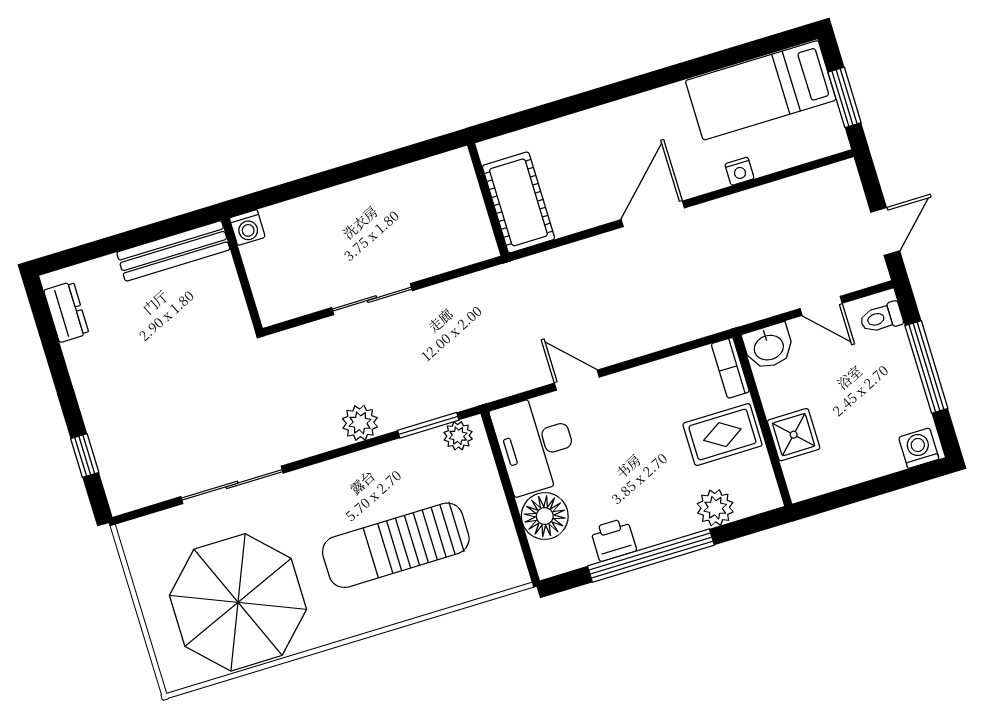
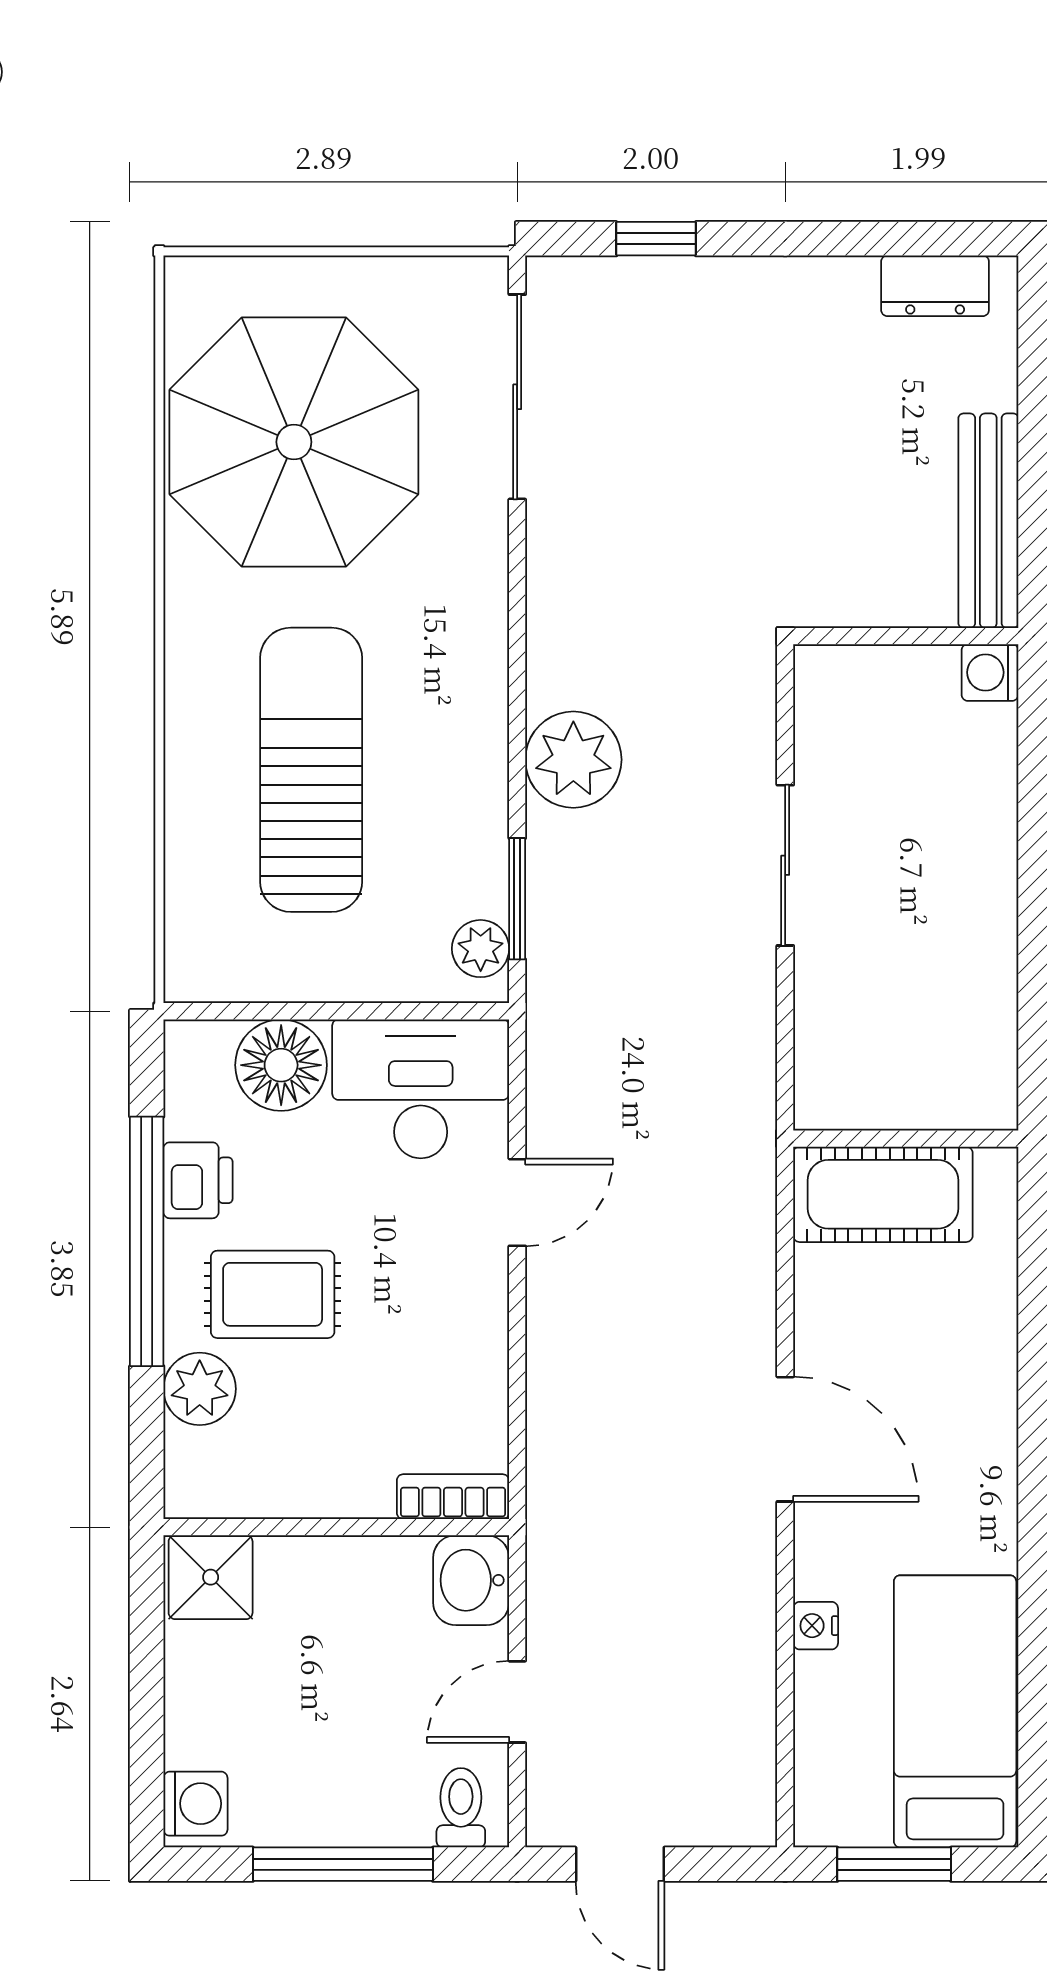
plant: (360, 423) -> (573, 760), width x1.36, depth x1.36
rug: (722, 435) -> (273, 1294), moved, turned 90
shower: (794, 435) -> (211, 1577), moved
sliding door: (232, 485) -> (517, 397), moved

